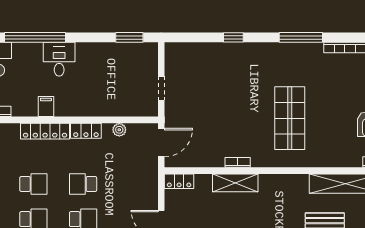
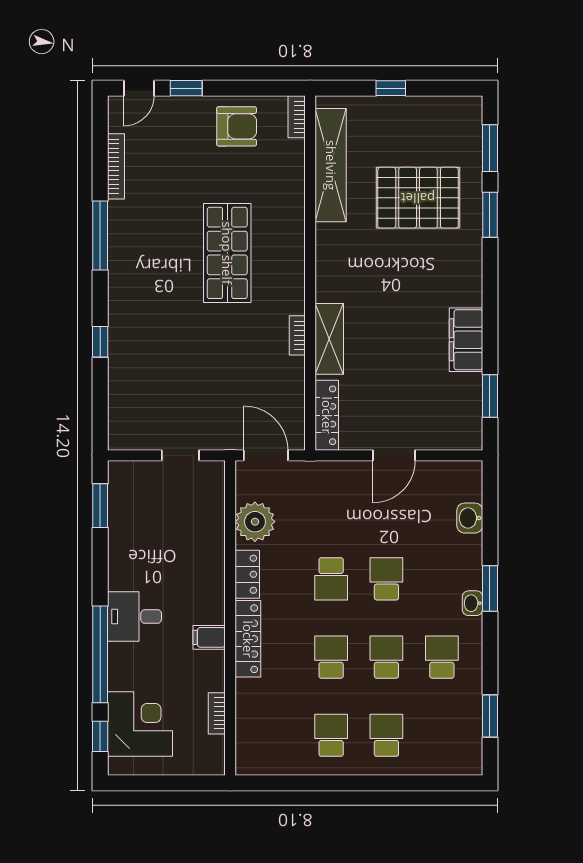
shop shelf: (290, 118) -> (227, 253), turned 90
plant: (119, 130) -> (255, 522), width x1.88, depth x1.88
locker: (179, 181) -> (327, 415), width x1.53

